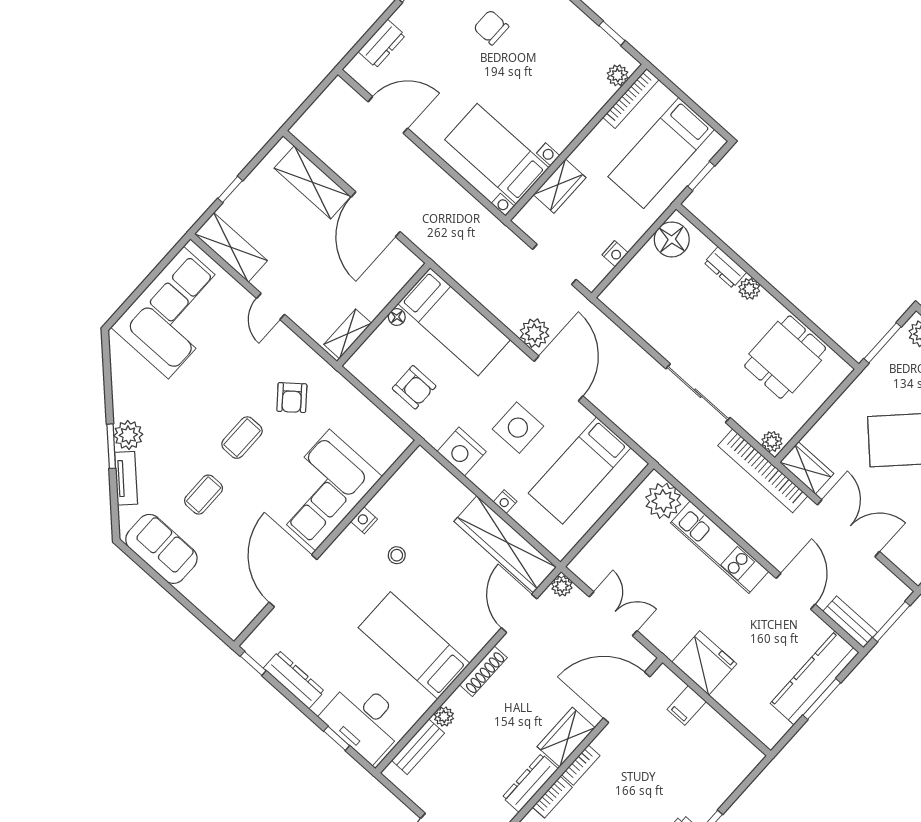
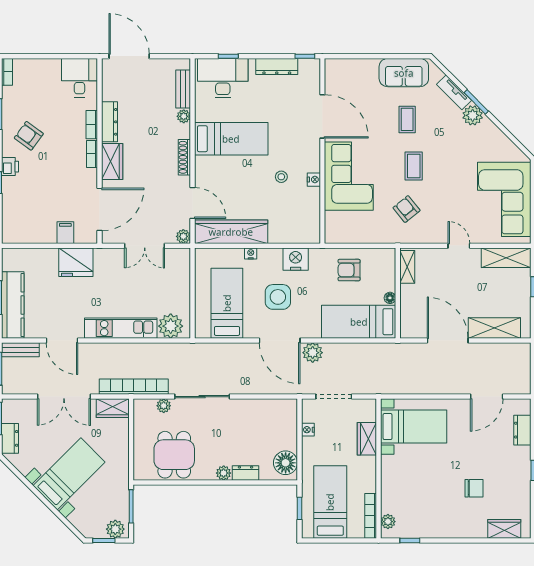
plant: (772, 442) -> (164, 406), moved

